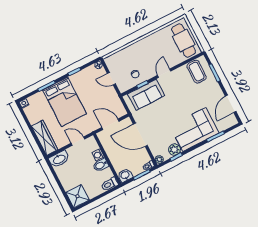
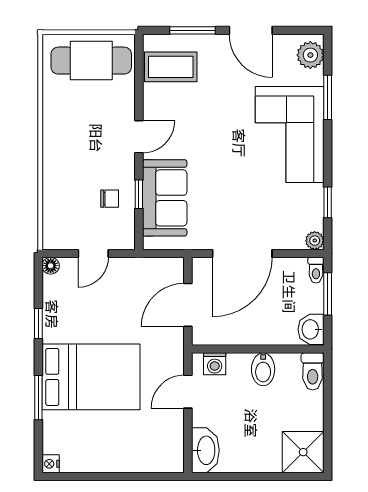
door: (164, 73) -> (139, 137), swing flipped
door: (231, 104) -> (251, 30), moved
wardrobe: (45, 138) -> (145, 458), removed
plant: (174, 150) -> (310, 55), moved
washing machine: (98, 155) -> (215, 364), moved

